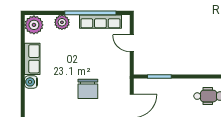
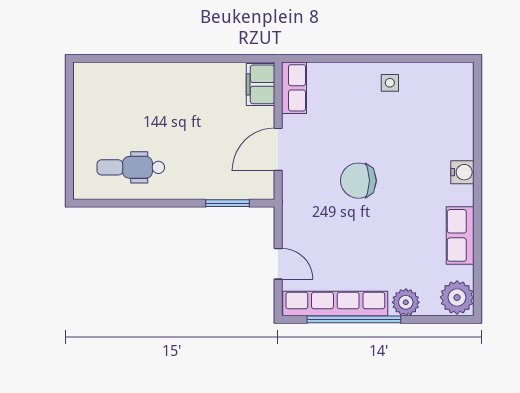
row of seats: (100, 22) -> (335, 303), width x1.36
water cooler: (31, 82) -> (462, 172), moved
chair: (88, 89) -> (358, 181), turned -90

